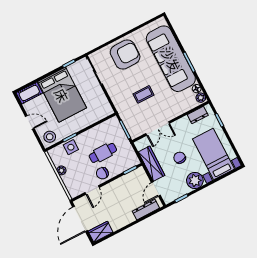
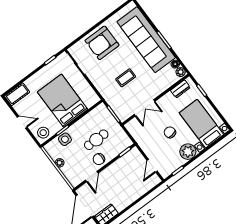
armchair: (125, 55) -> (102, 43), turned 180
bed: (62, 95) -> (63, 101), moved, turned 180
wardrobe: (151, 164) -> (144, 142), removed
dresser: (146, 210) -> (146, 187), removed

